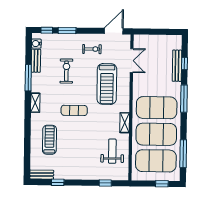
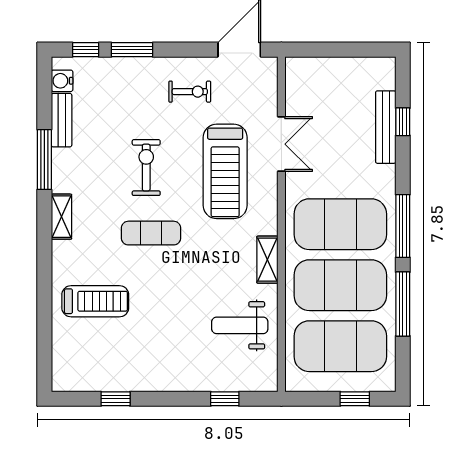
double door: (132, 61) -> (281, 144), moved
exercise bike: (66, 71) -> (146, 168), moved
window: (184, 99) -> (403, 226), moved
treadmill: (49, 140) -> (95, 301), turned 90
weight bench: (112, 151) -> (240, 325), turned -90
window: (183, 154) -> (403, 304), moved
bench: (42, 175) -> (78, 381), removed

